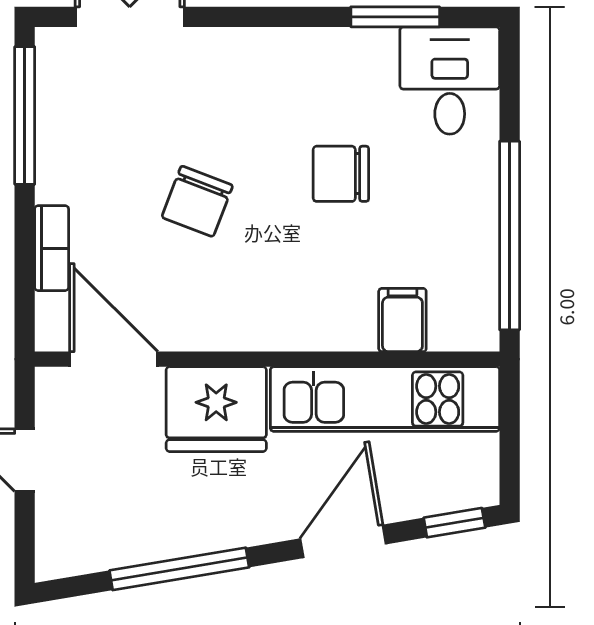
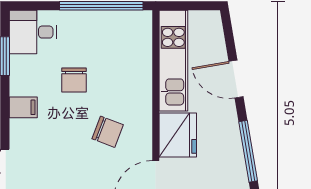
chair: (197, 201) -> (108, 132), moved
filing cabinet: (402, 320) -> (23, 107), moved, turned 180
window: (454, 523) -> (228, 30), removed

